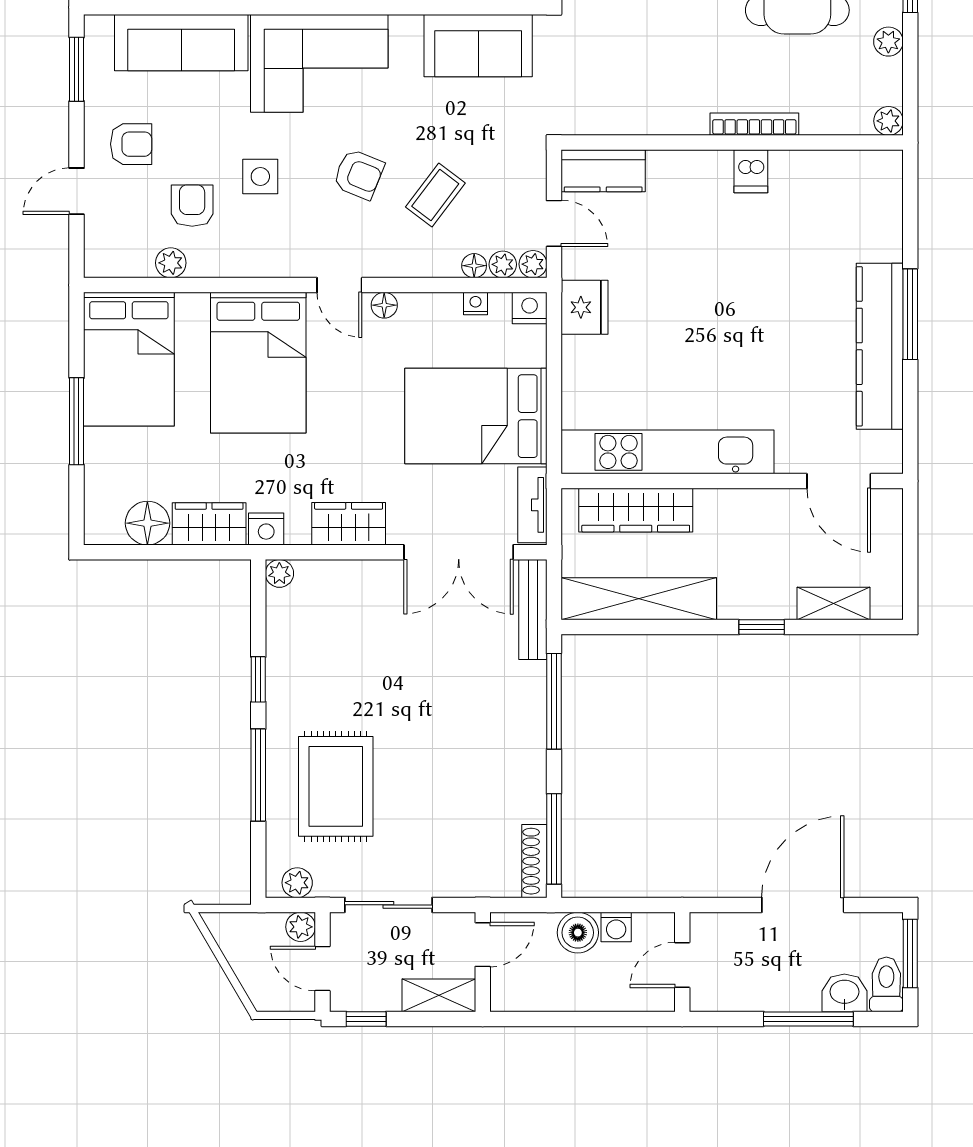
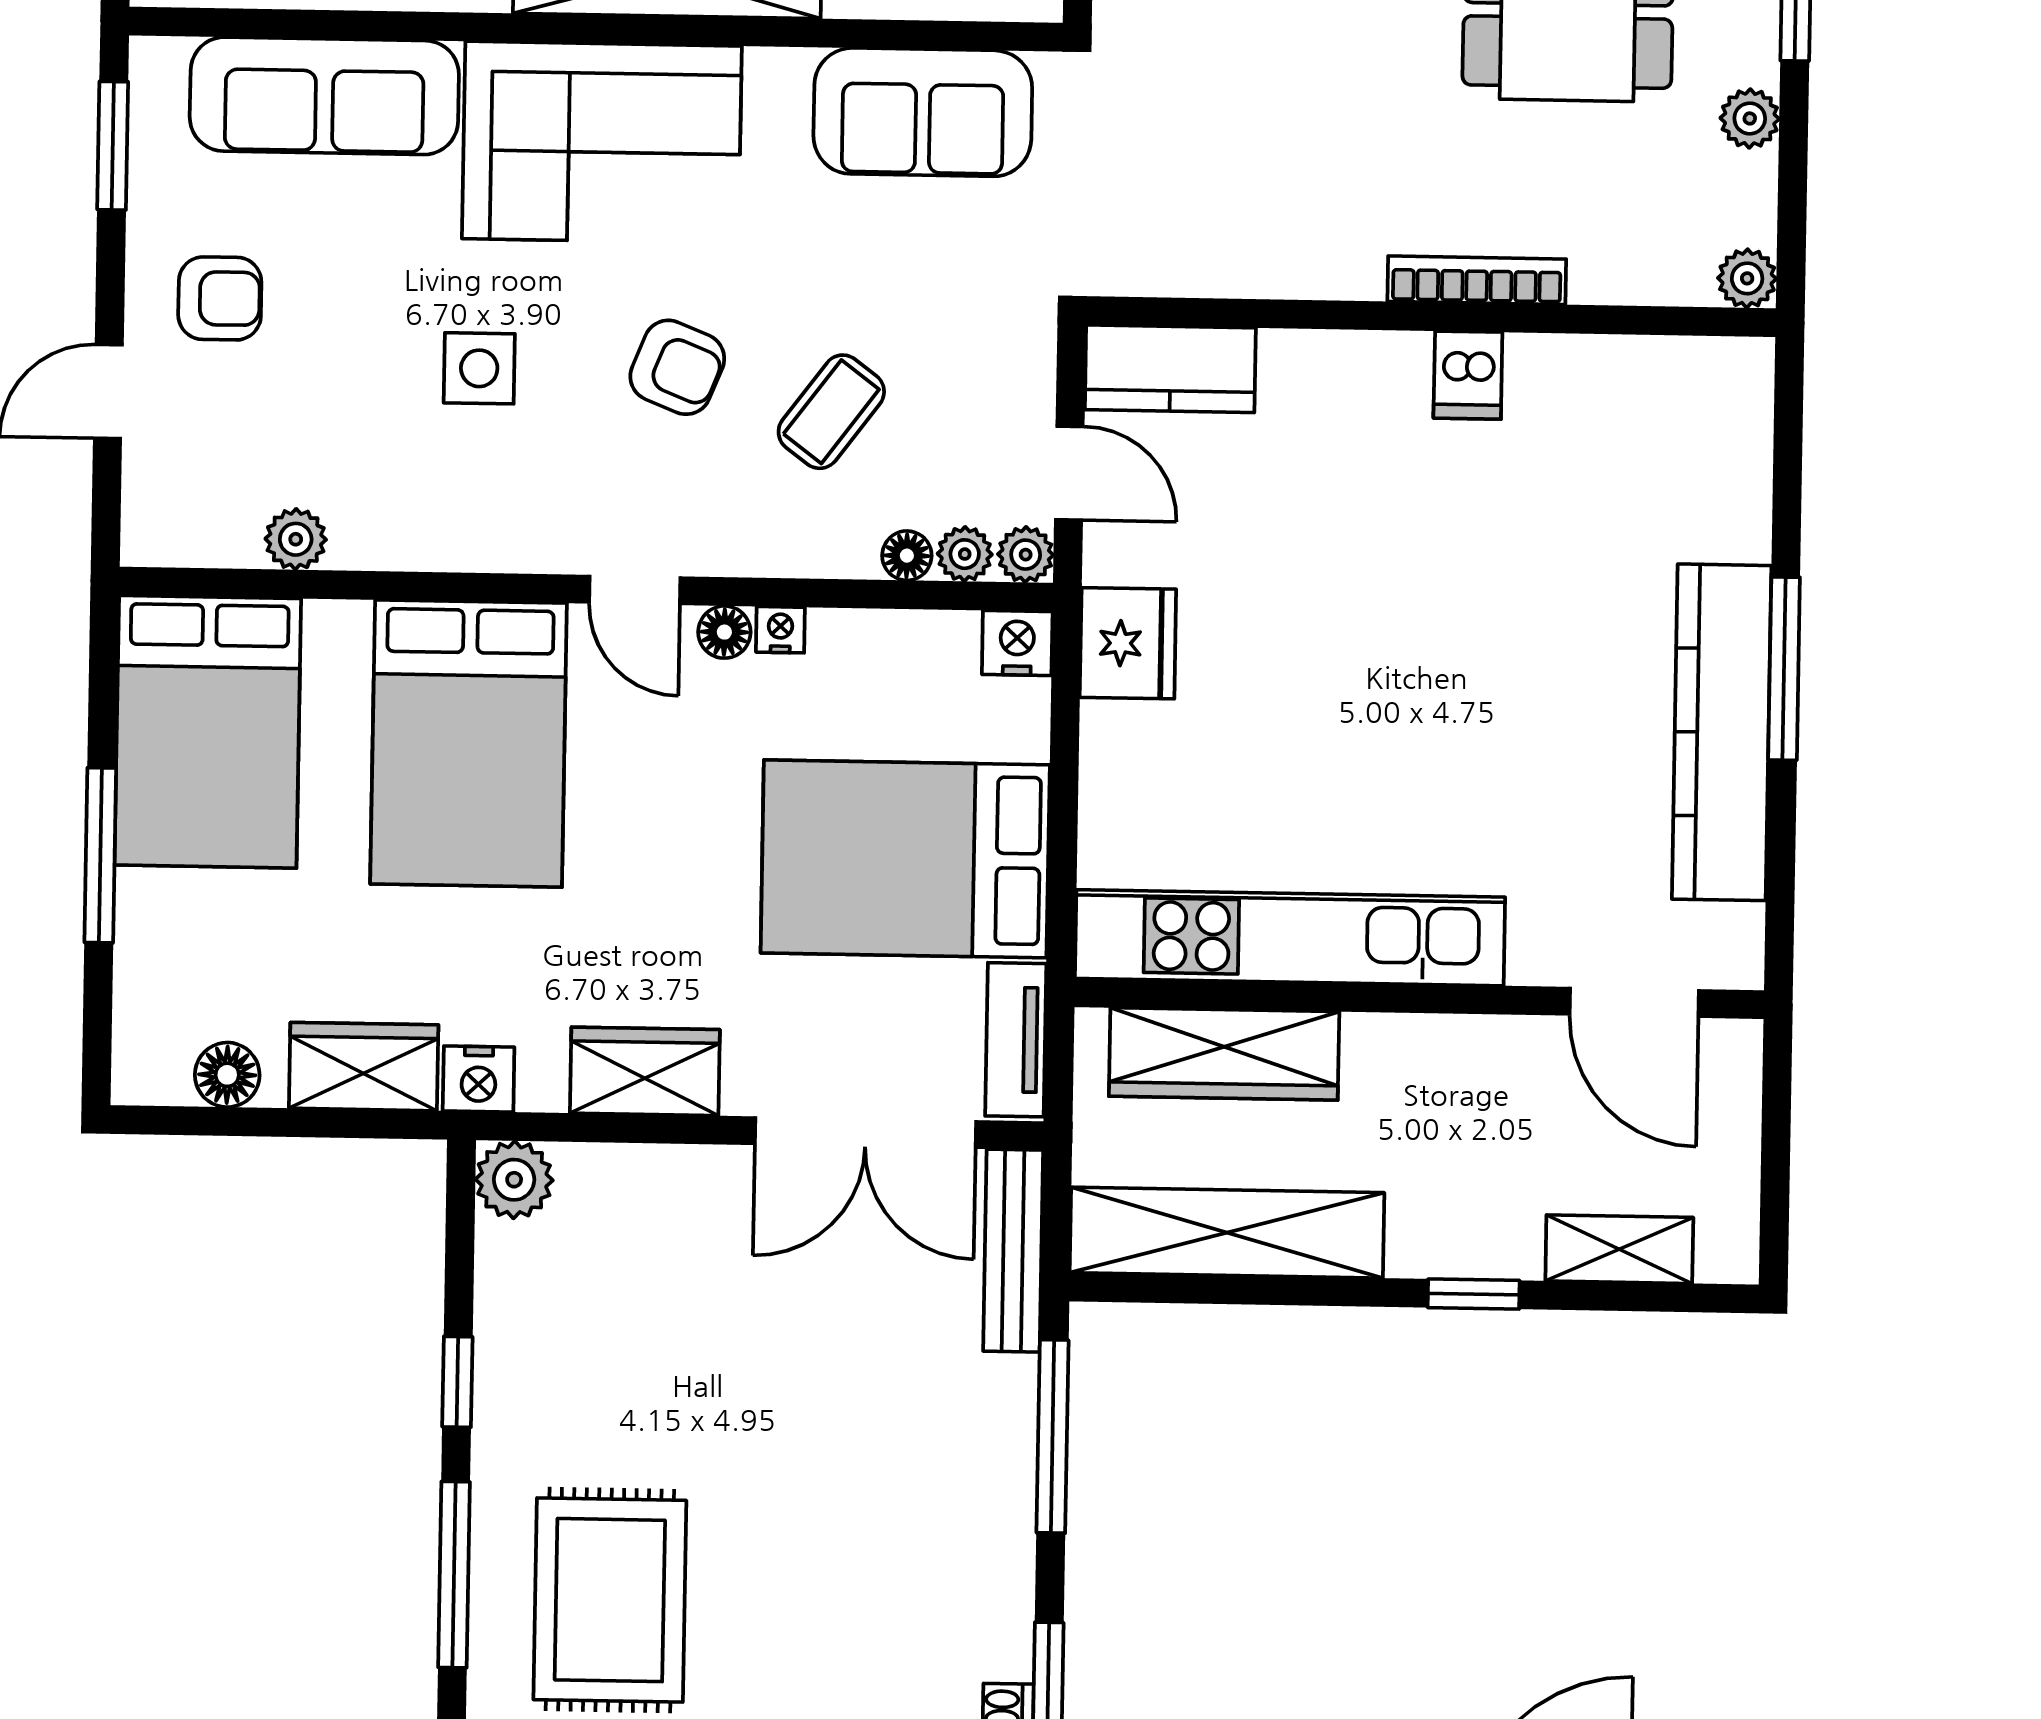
armchair: (192, 206) -> (341, 424), removed
nightstand: (475, 304) -> (780, 630), moved
floor lamp: (147, 523) -> (227, 1075), width x0.73, depth x0.73
plant: (279, 573) -> (514, 1180), width x1.38, depth x1.38

